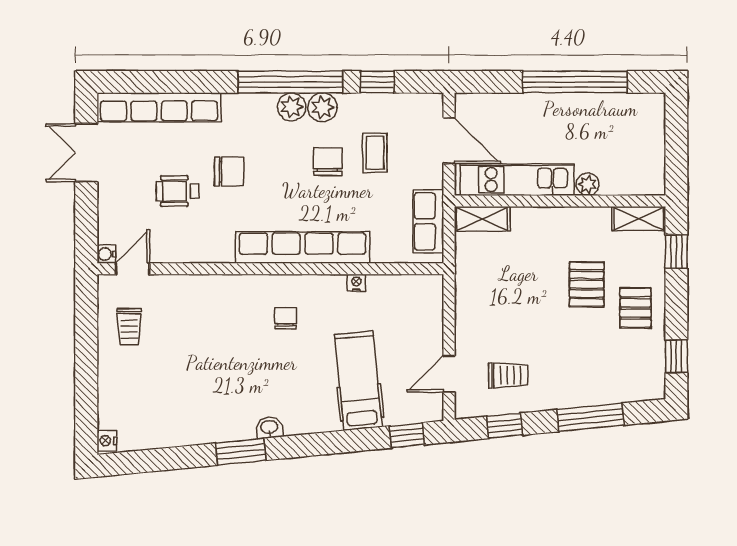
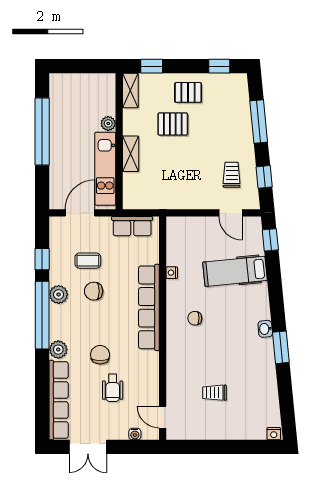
plant: (292, 107) -> (58, 350), moved
shelving: (482, 219) -> (131, 154), moved
water cooler: (106, 254) -> (135, 434), moved
trolley: (129, 327) -> (215, 393), moved, turned 180

